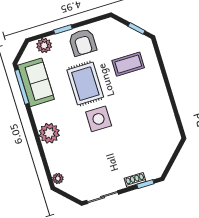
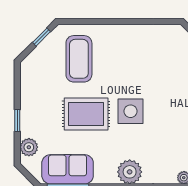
armchair: (83, 42) -> (39, 103), removed
coffee table: (128, 64) -> (79, 59), width x1.36, depth x1.32

